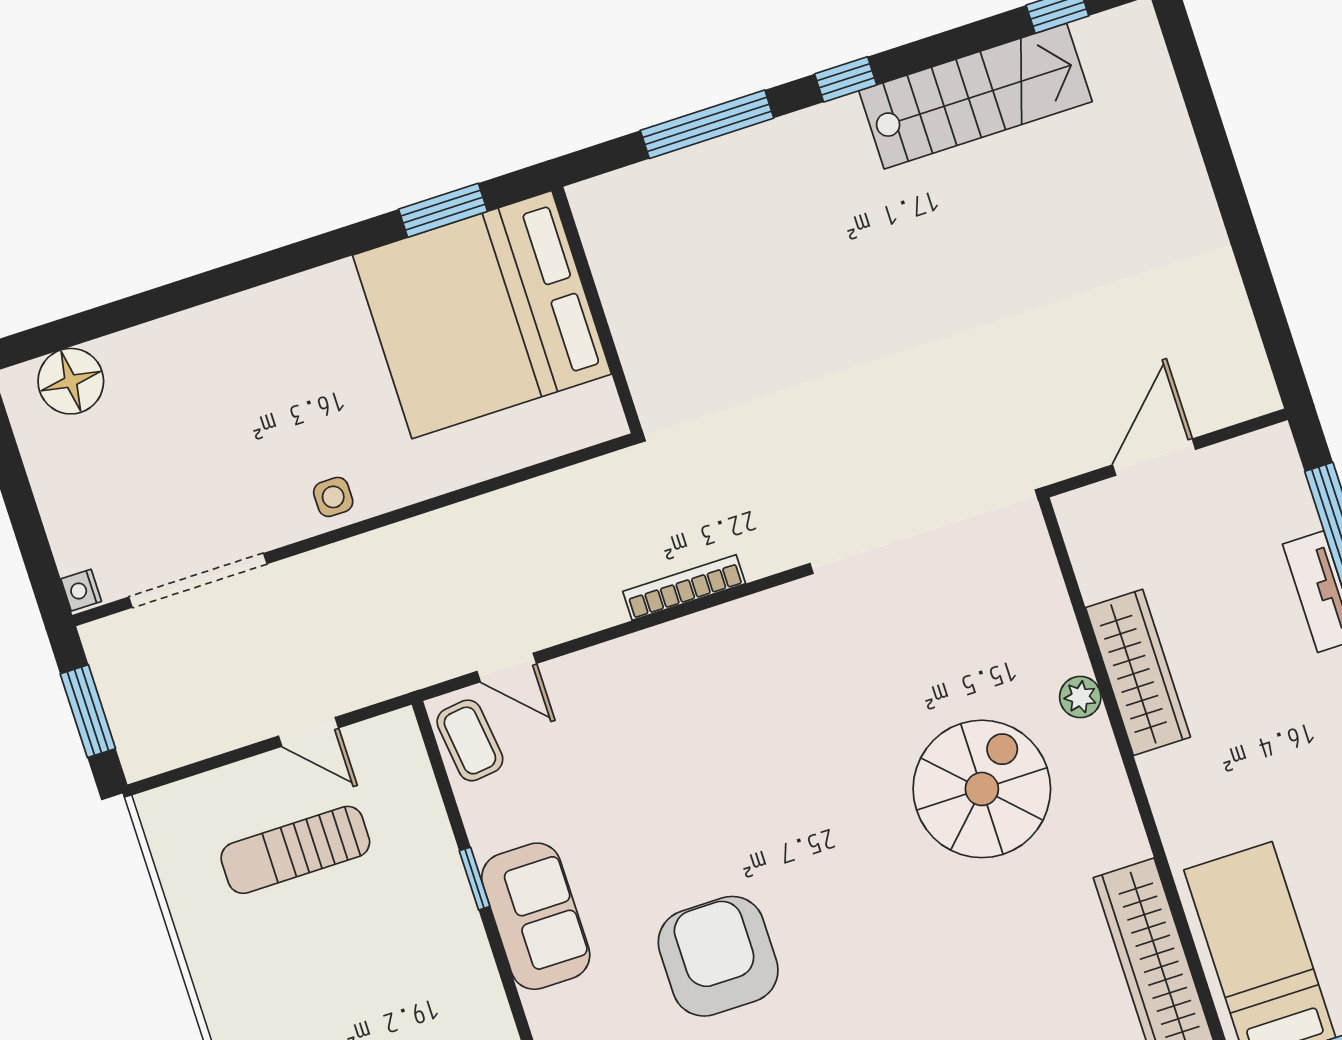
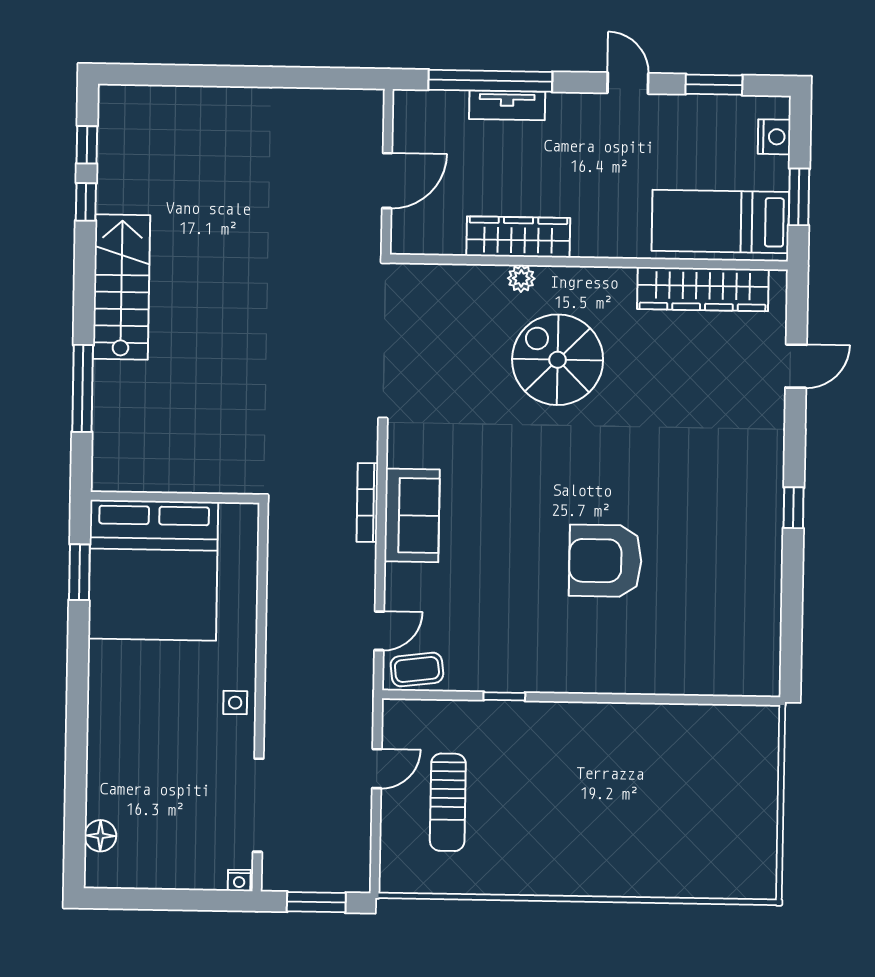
window: (846, 79) -> (86, 202), moved
stairs: (975, 96) -> (122, 287), moved
floor lamp: (71, 381) -> (100, 836), width x0.73, depth x0.73
door: (1154, 457) -> (387, 181), swing flipped
sofa: (536, 916) -> (412, 515), moved, turned 90

